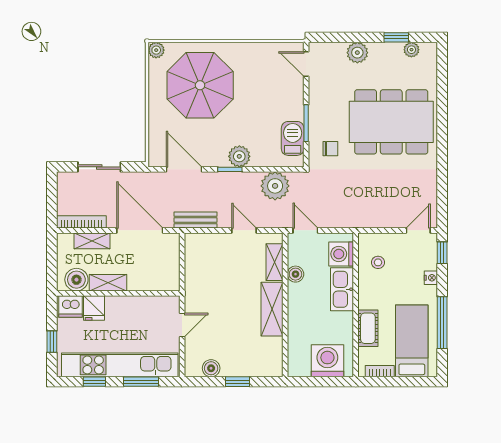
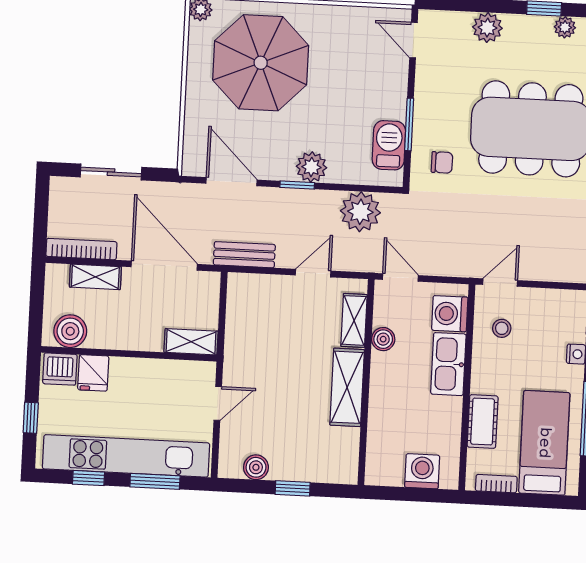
door: (244, 230) -> (313, 273), hinge flipped
door: (418, 230) -> (500, 283), moved
shelving: (108, 283) -> (191, 342), moved
washing machine: (327, 361) -> (422, 471), width x0.73, depth x0.73

